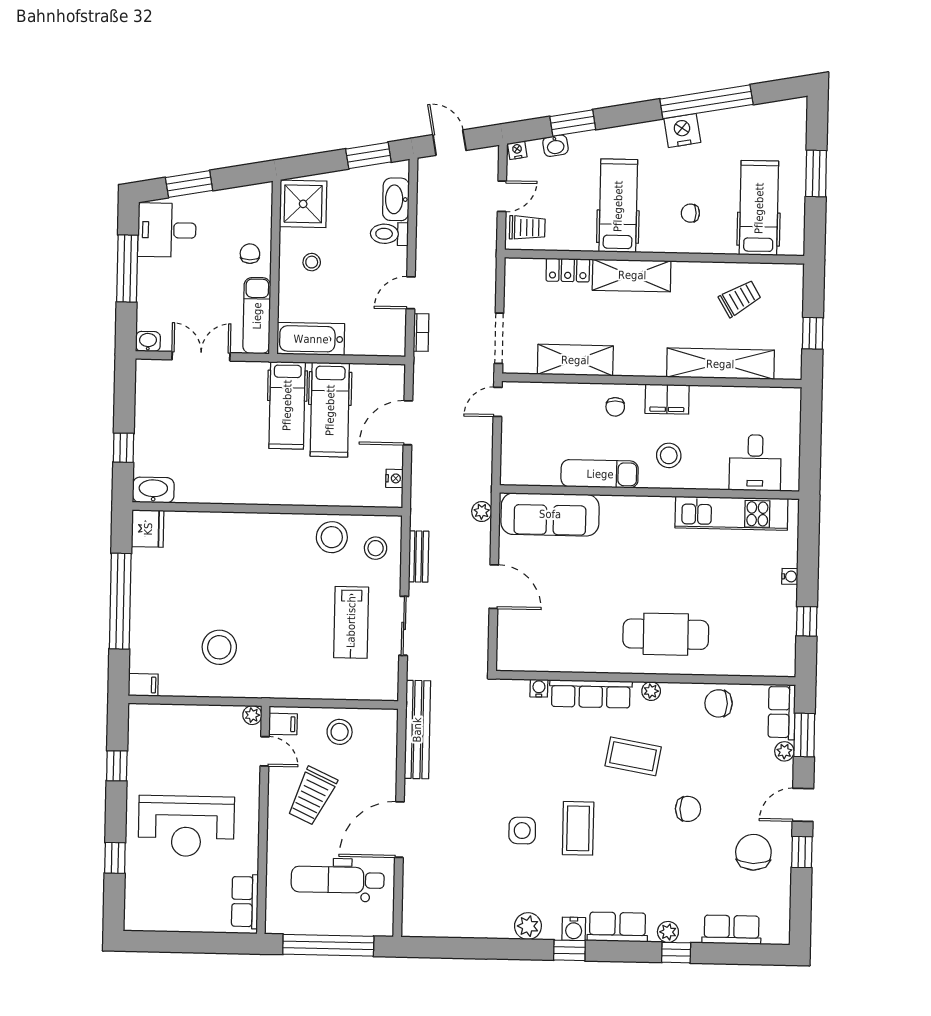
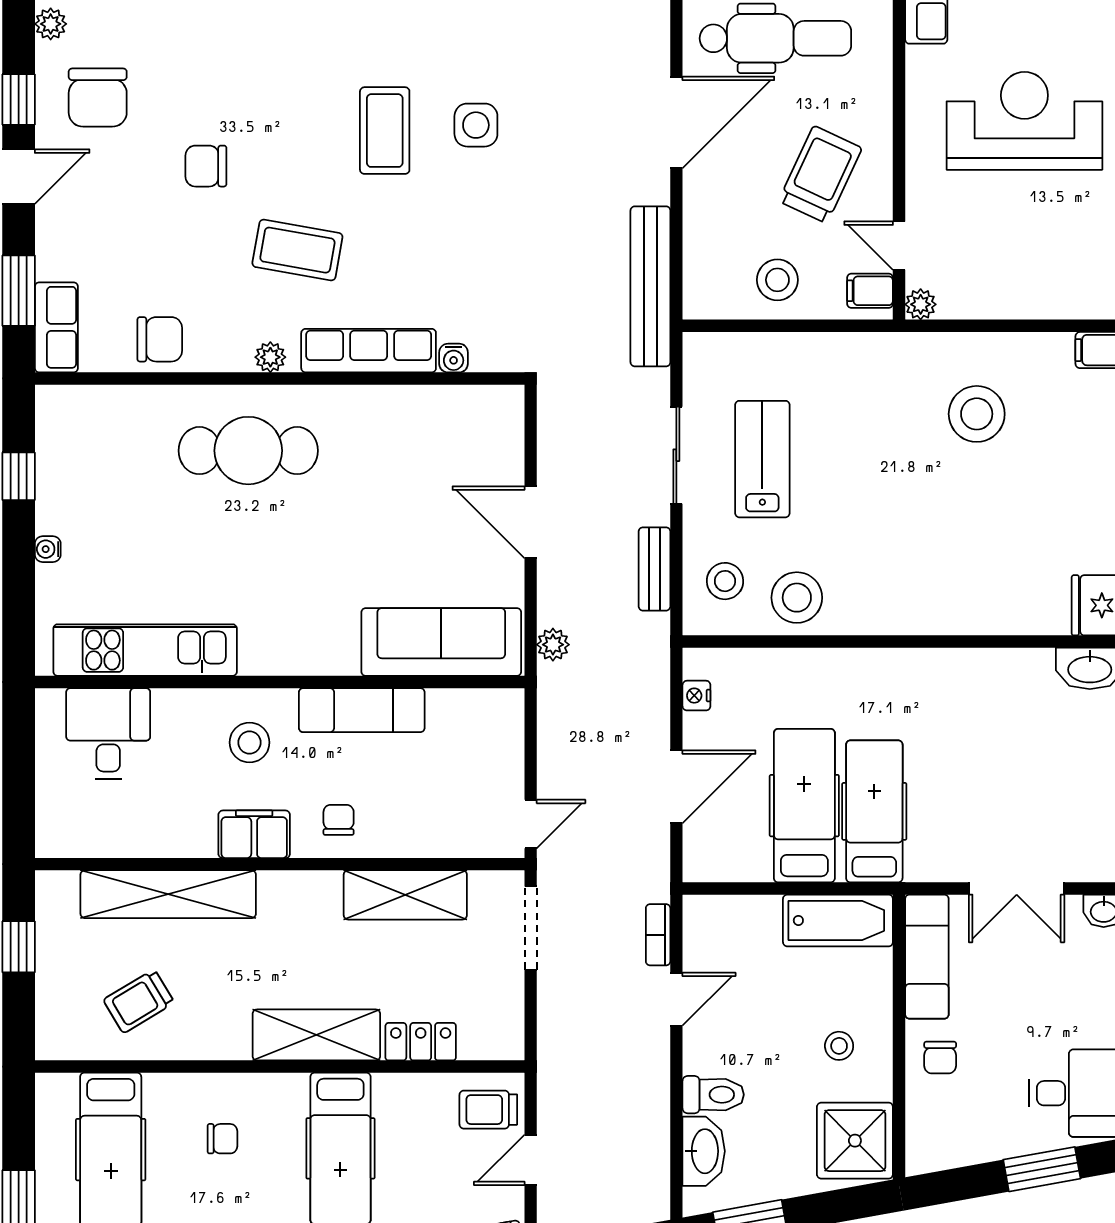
plant: (784, 751) -> (51, 24), moved

